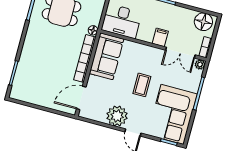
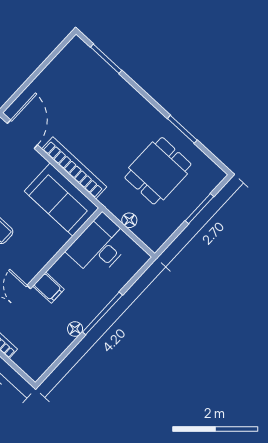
floor lamp: (203, 22) -> (75, 329), moved, width x0.53, depth x0.53
floor lamp: (93, 30) -> (129, 220), moved

